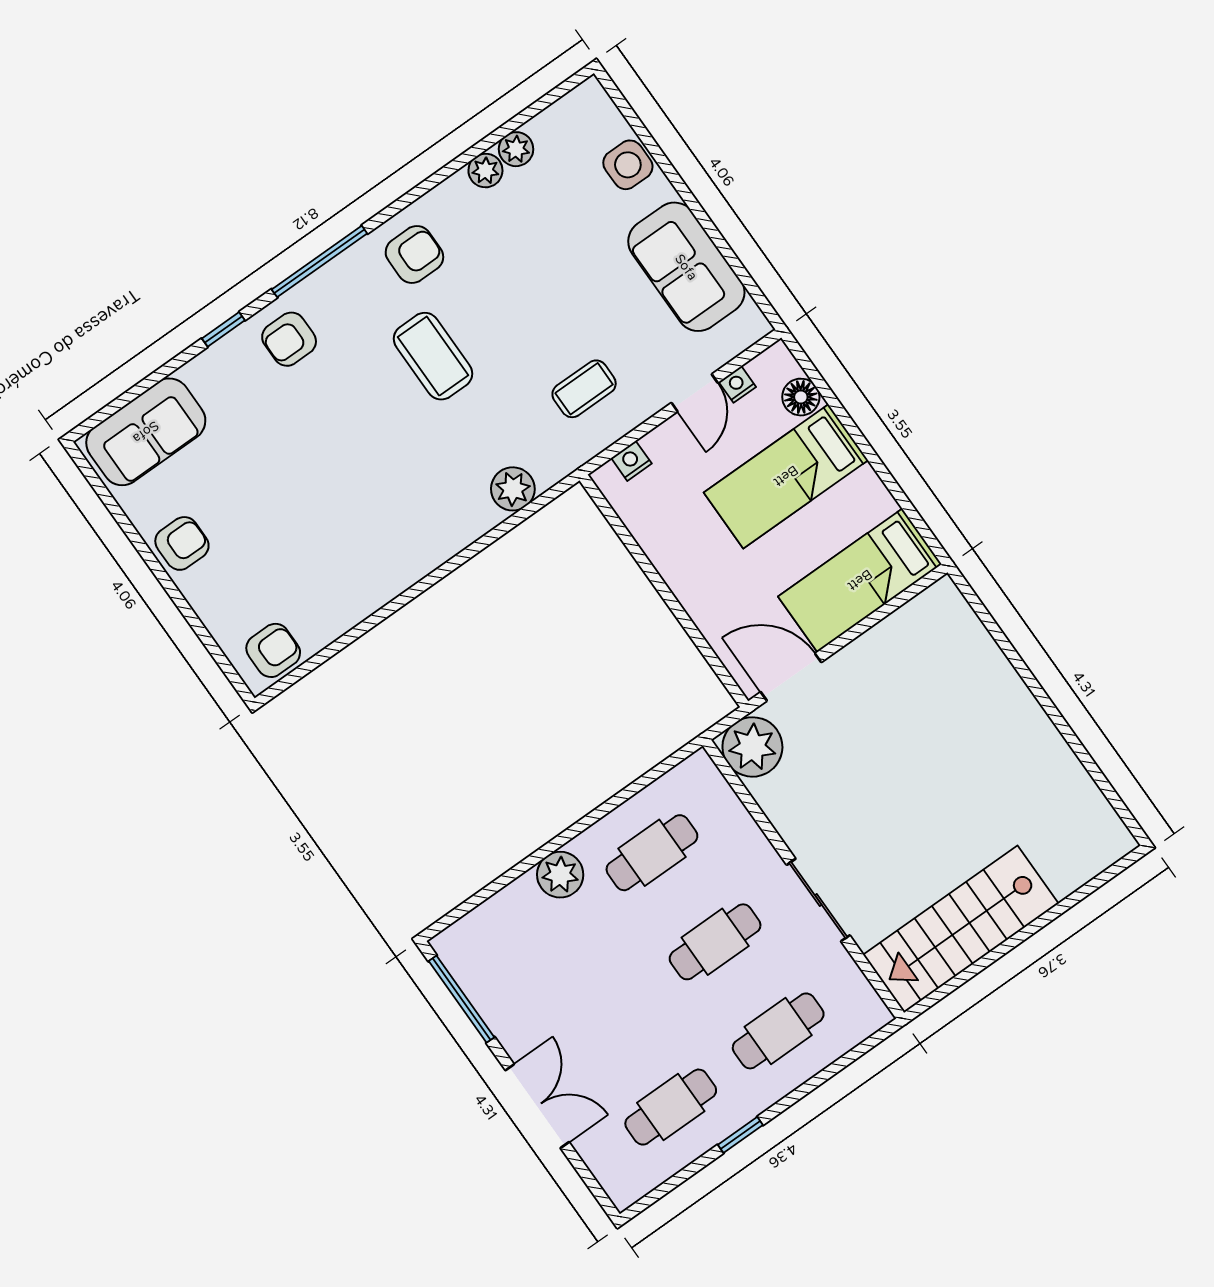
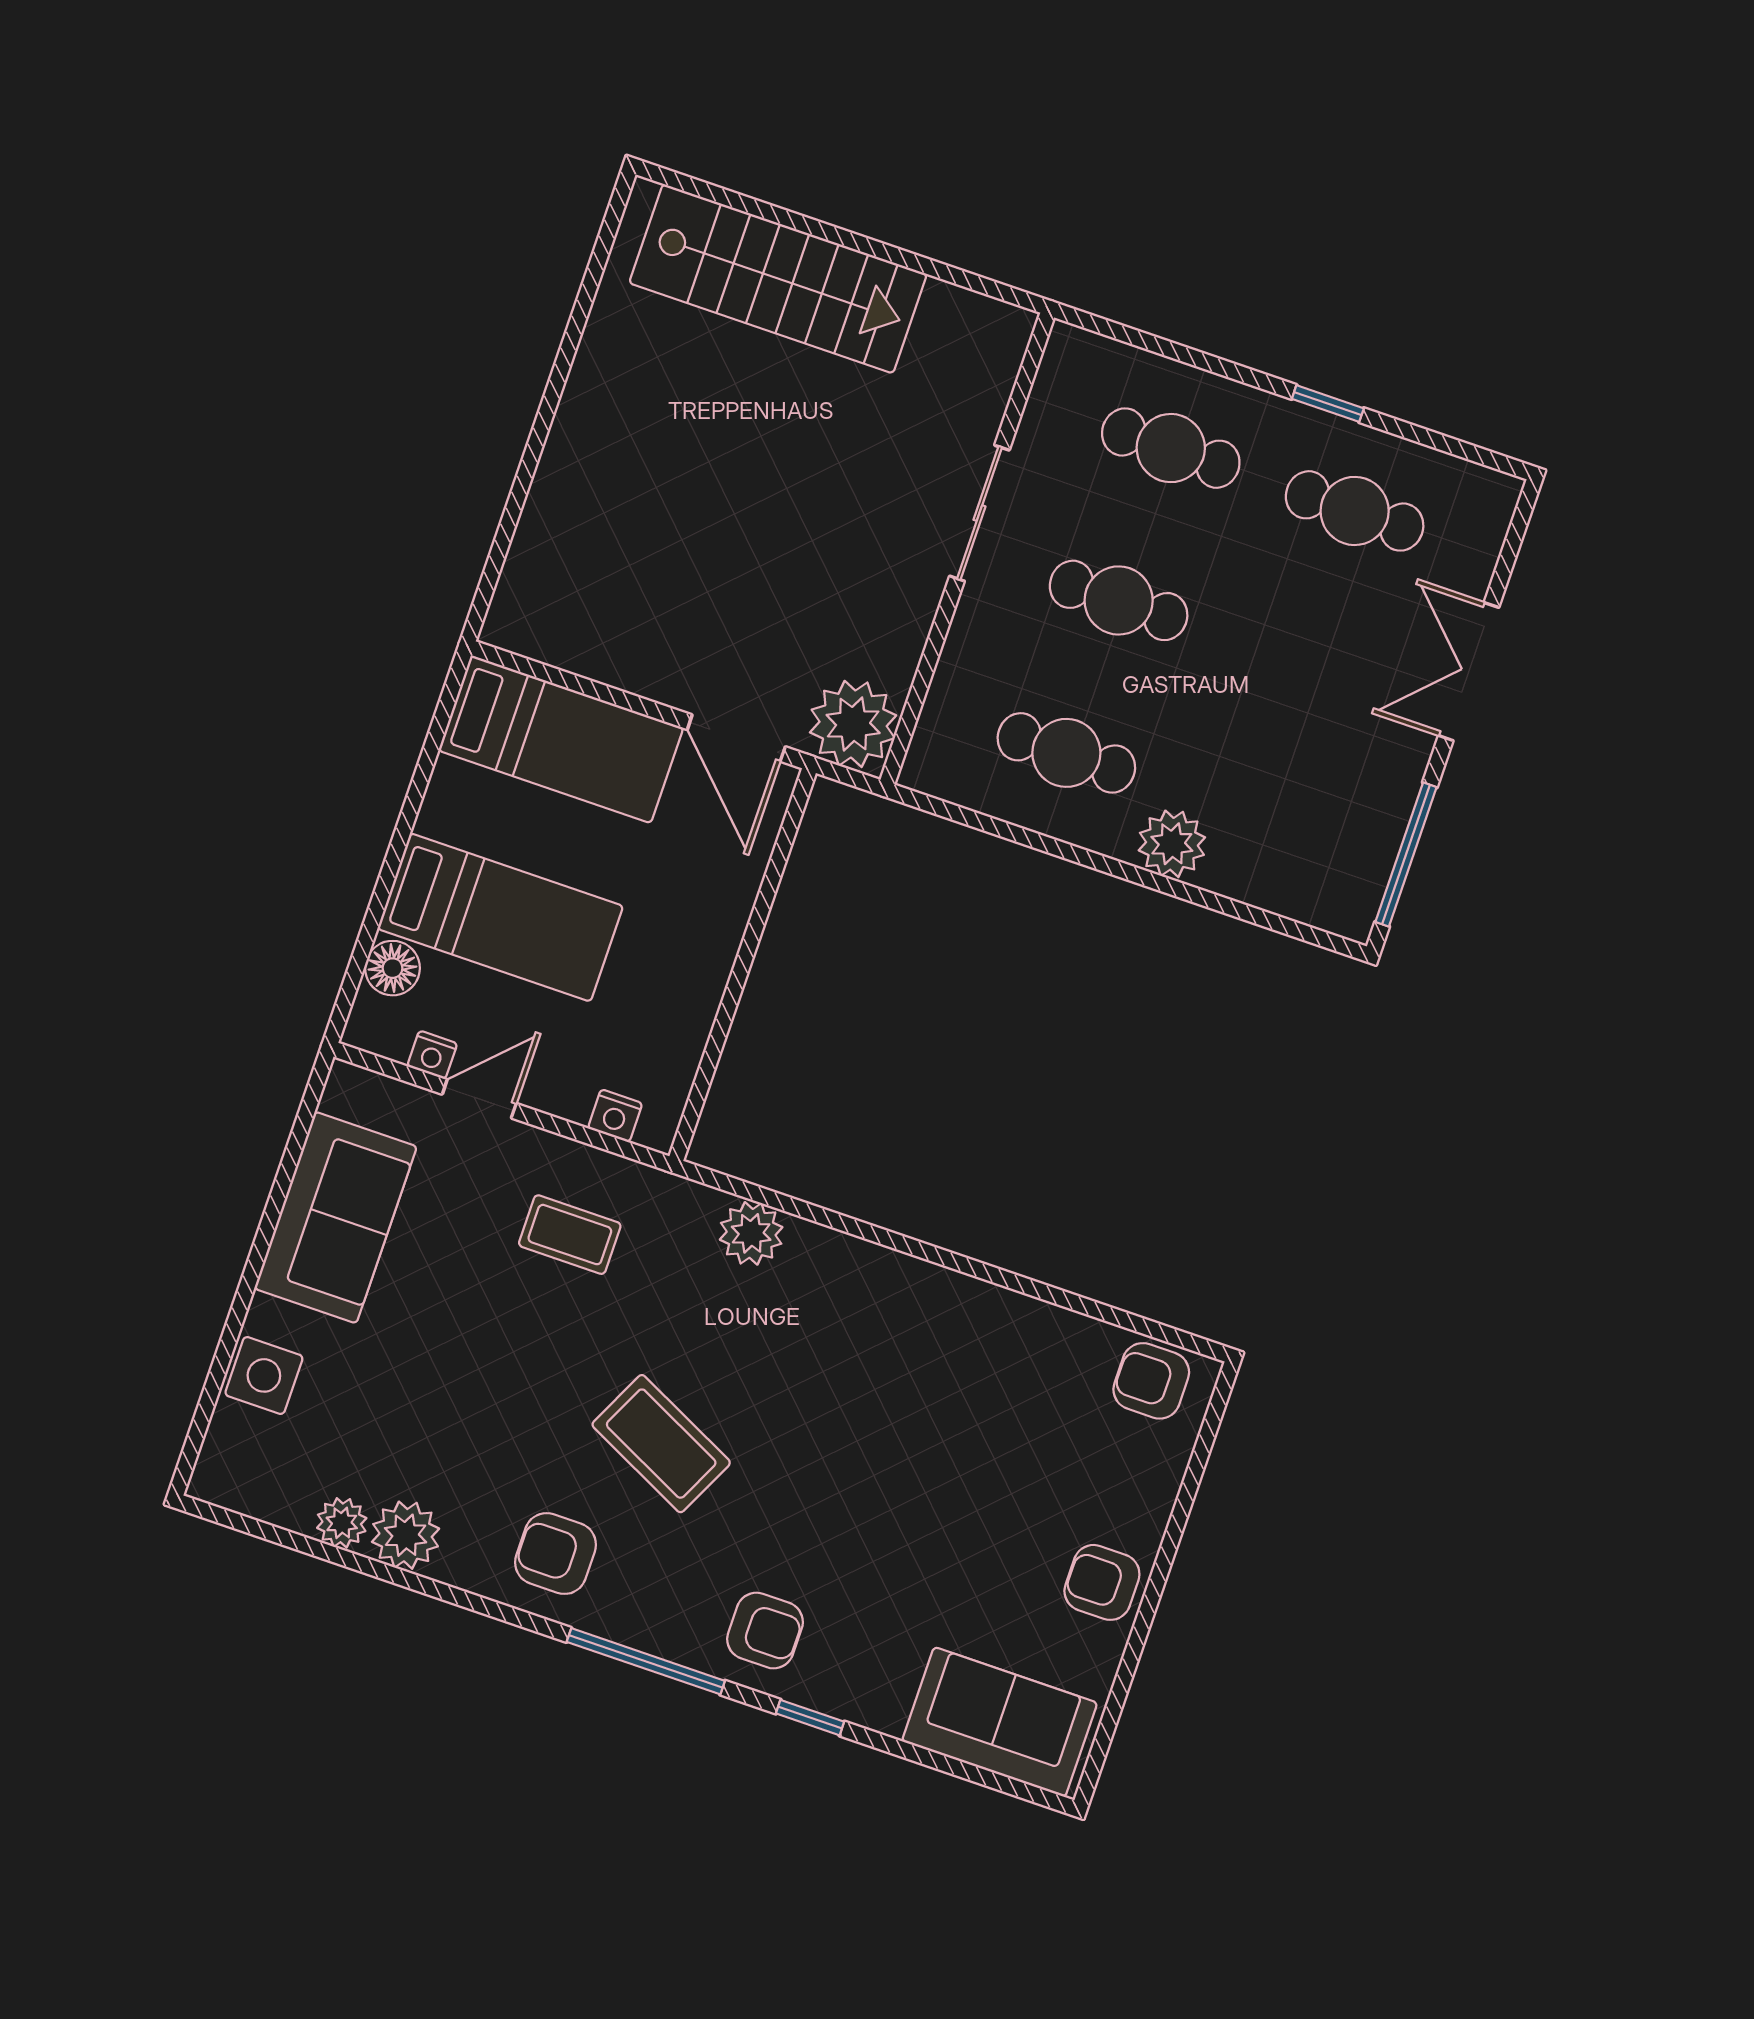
plant: (485, 171) -> (406, 1535), width x1.38, depth x1.38
coffee table: (433, 356) -> (661, 1444), turned -64
stairs: (961, 929) -> (778, 279), moved

